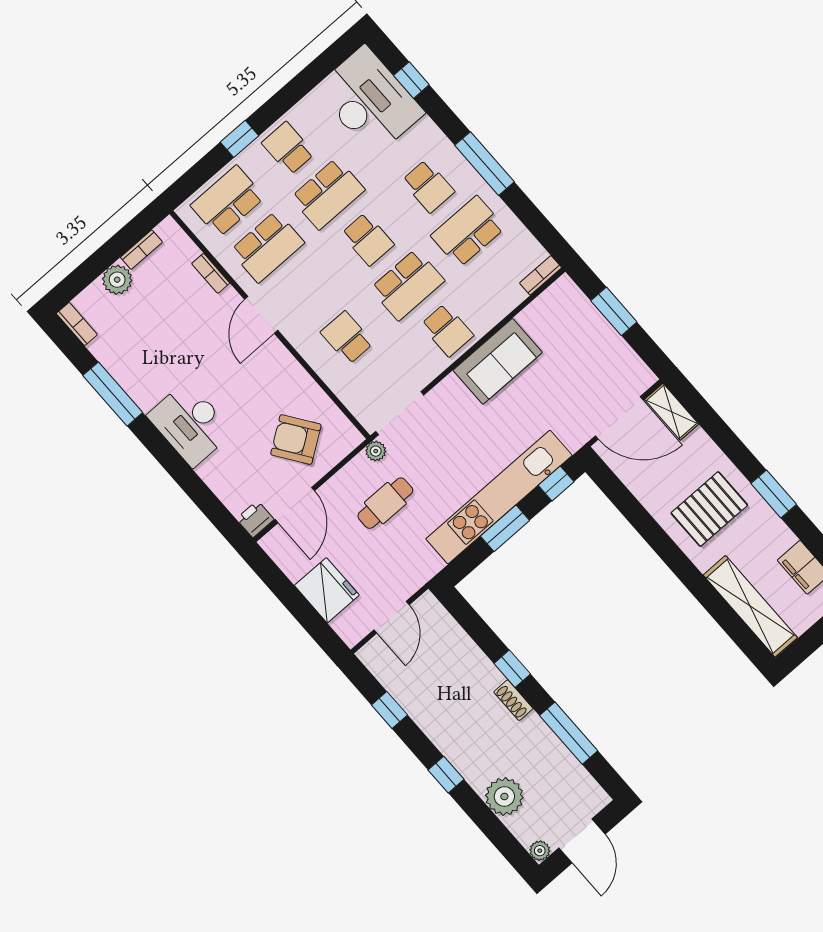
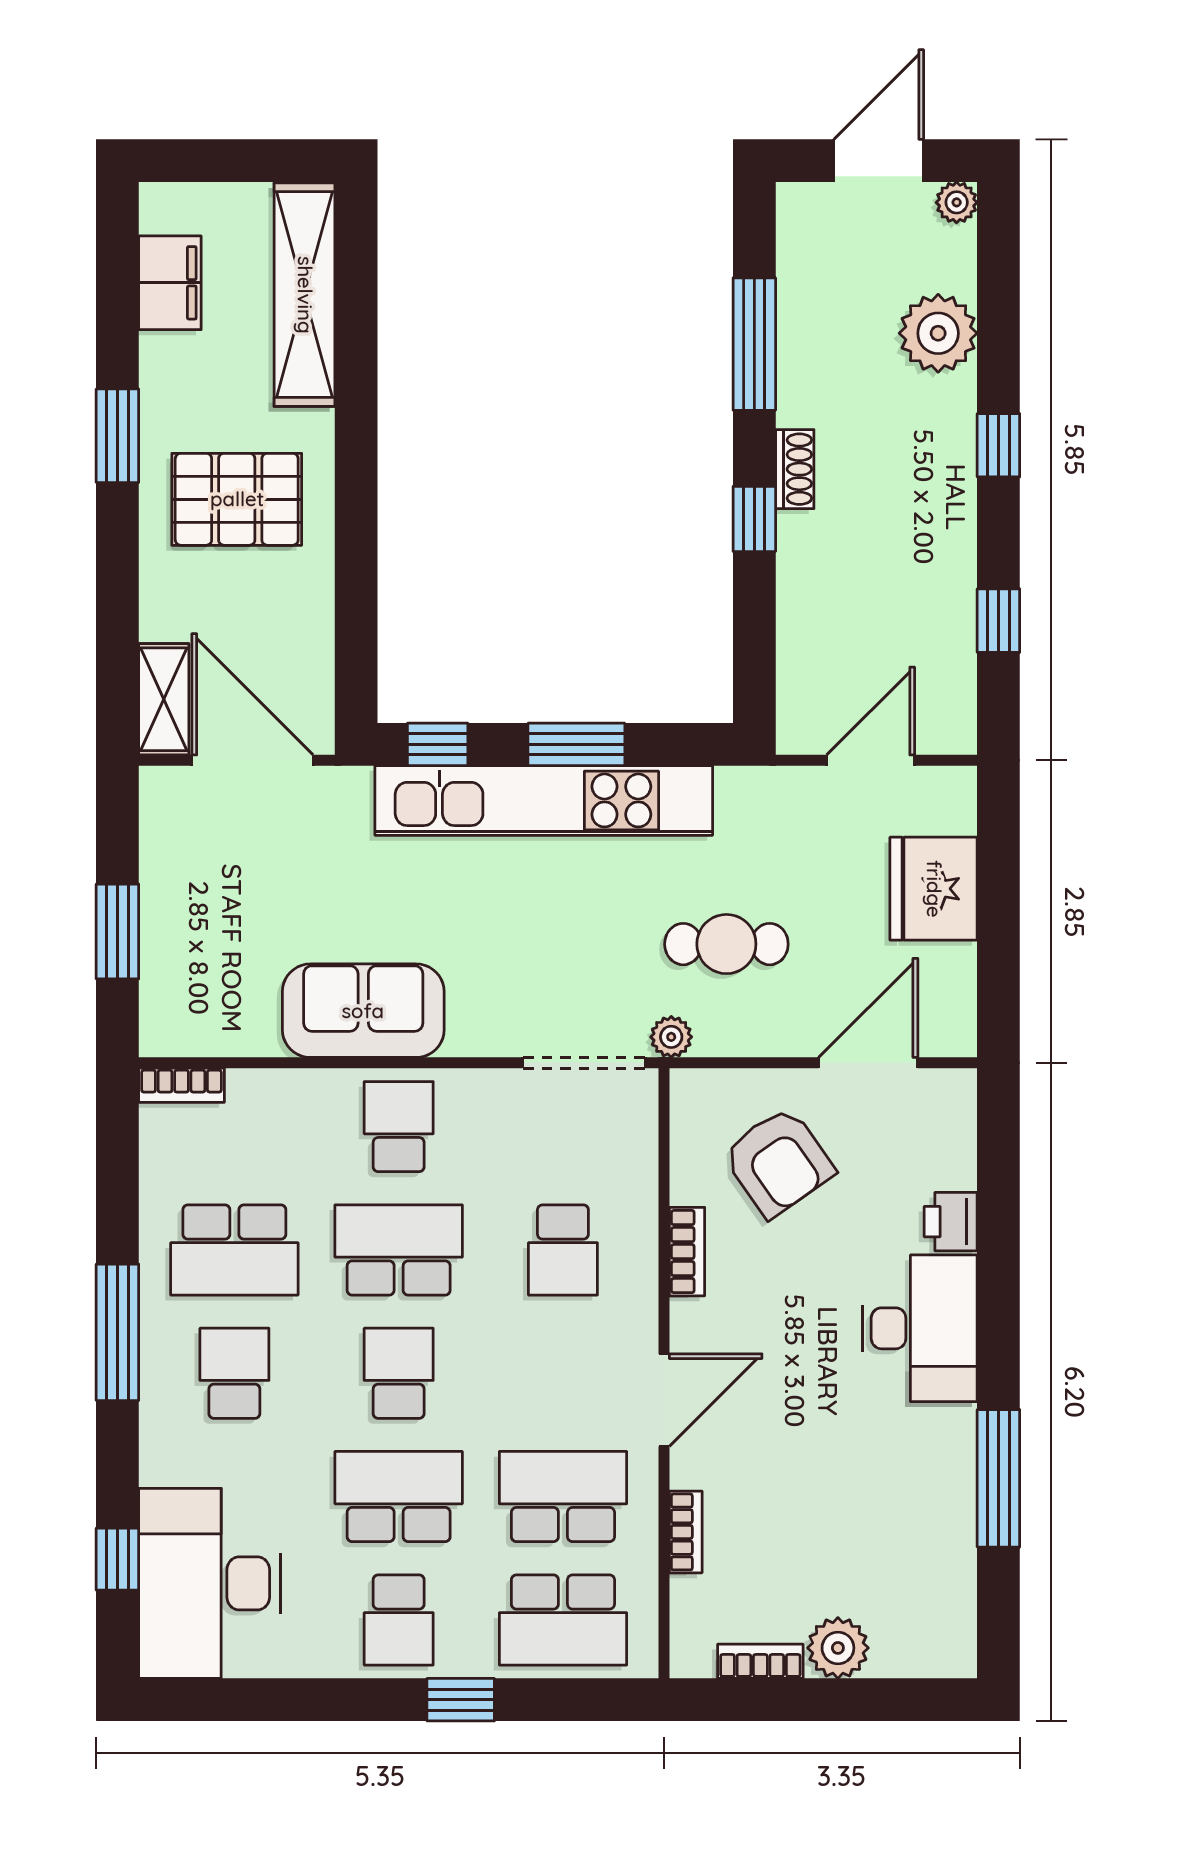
bookcase: (77, 324) -> (687, 1252), moved, turned 180
printer: (255, 519) -> (951, 1222), moved, turned 90

